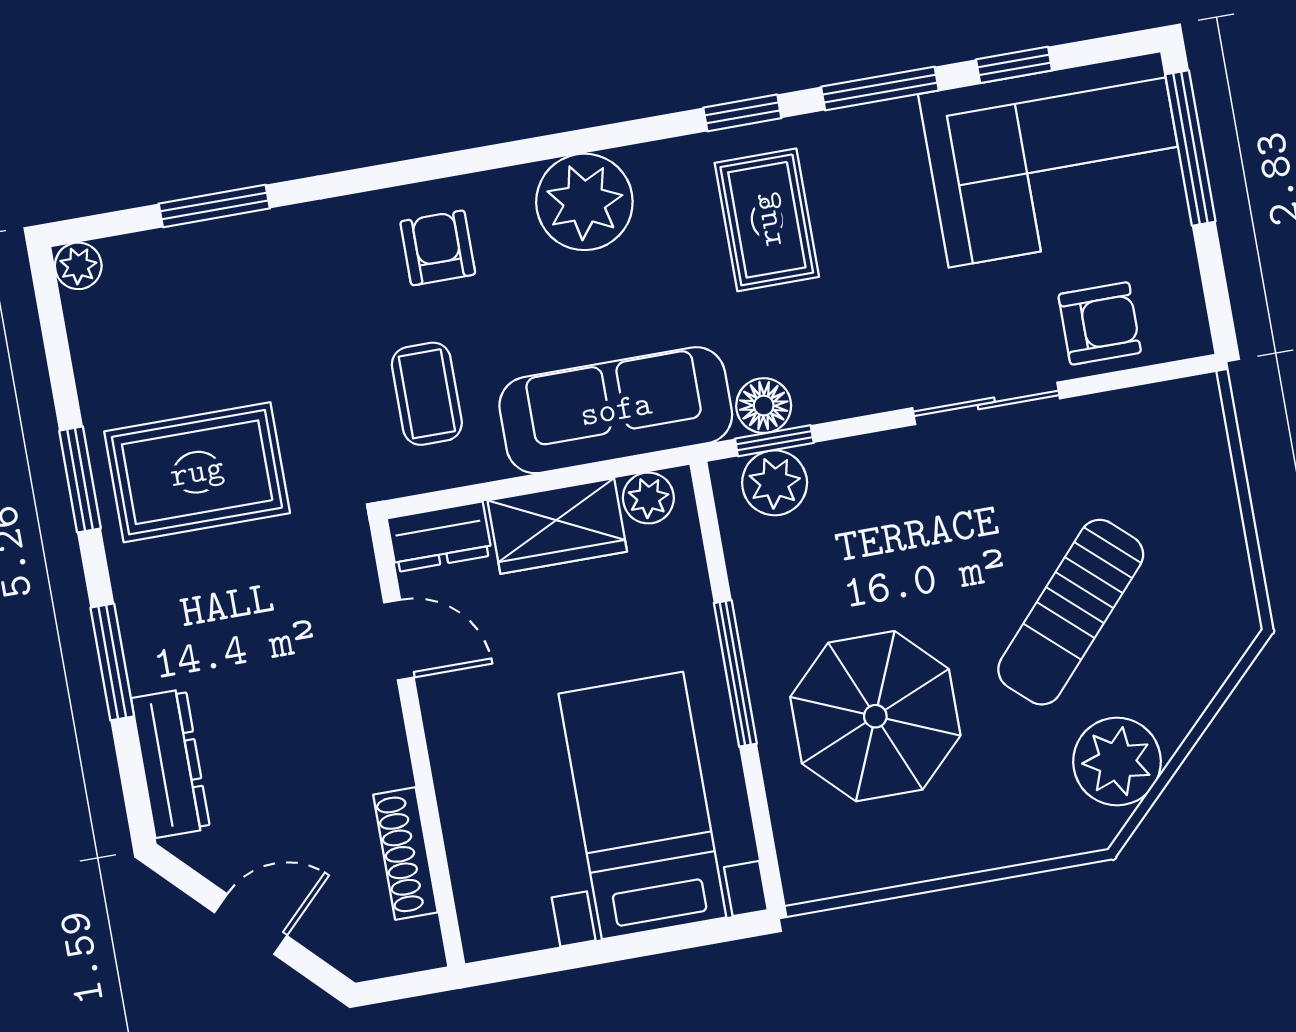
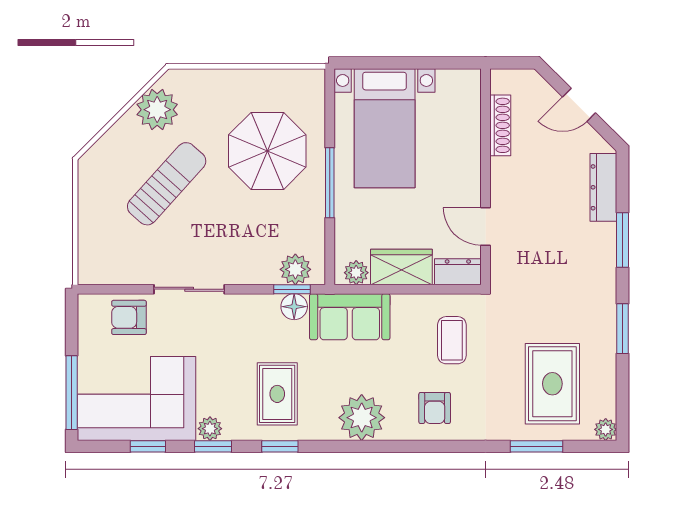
window: (880, 89) -> (213, 446), width x0.67
plant: (893, 124) -> (210, 429), added
sofa: (616, 410) -> (350, 317), width x0.73
rug: (197, 472) -> (552, 384), moved, turned 90

